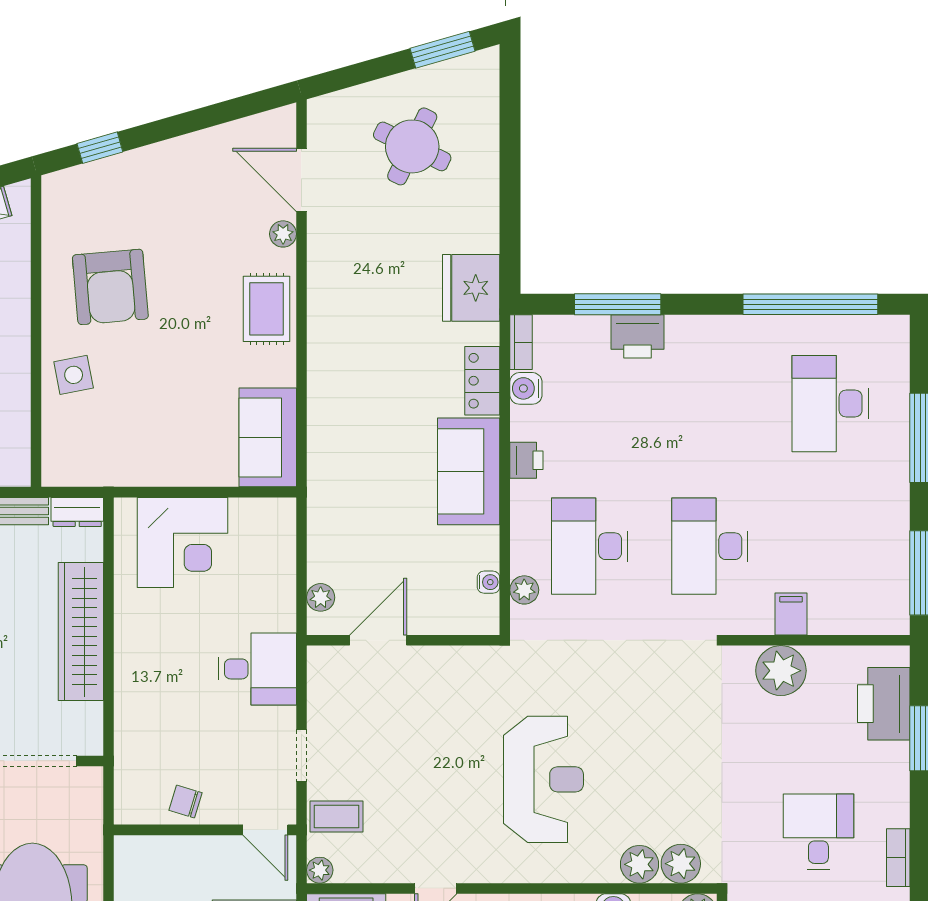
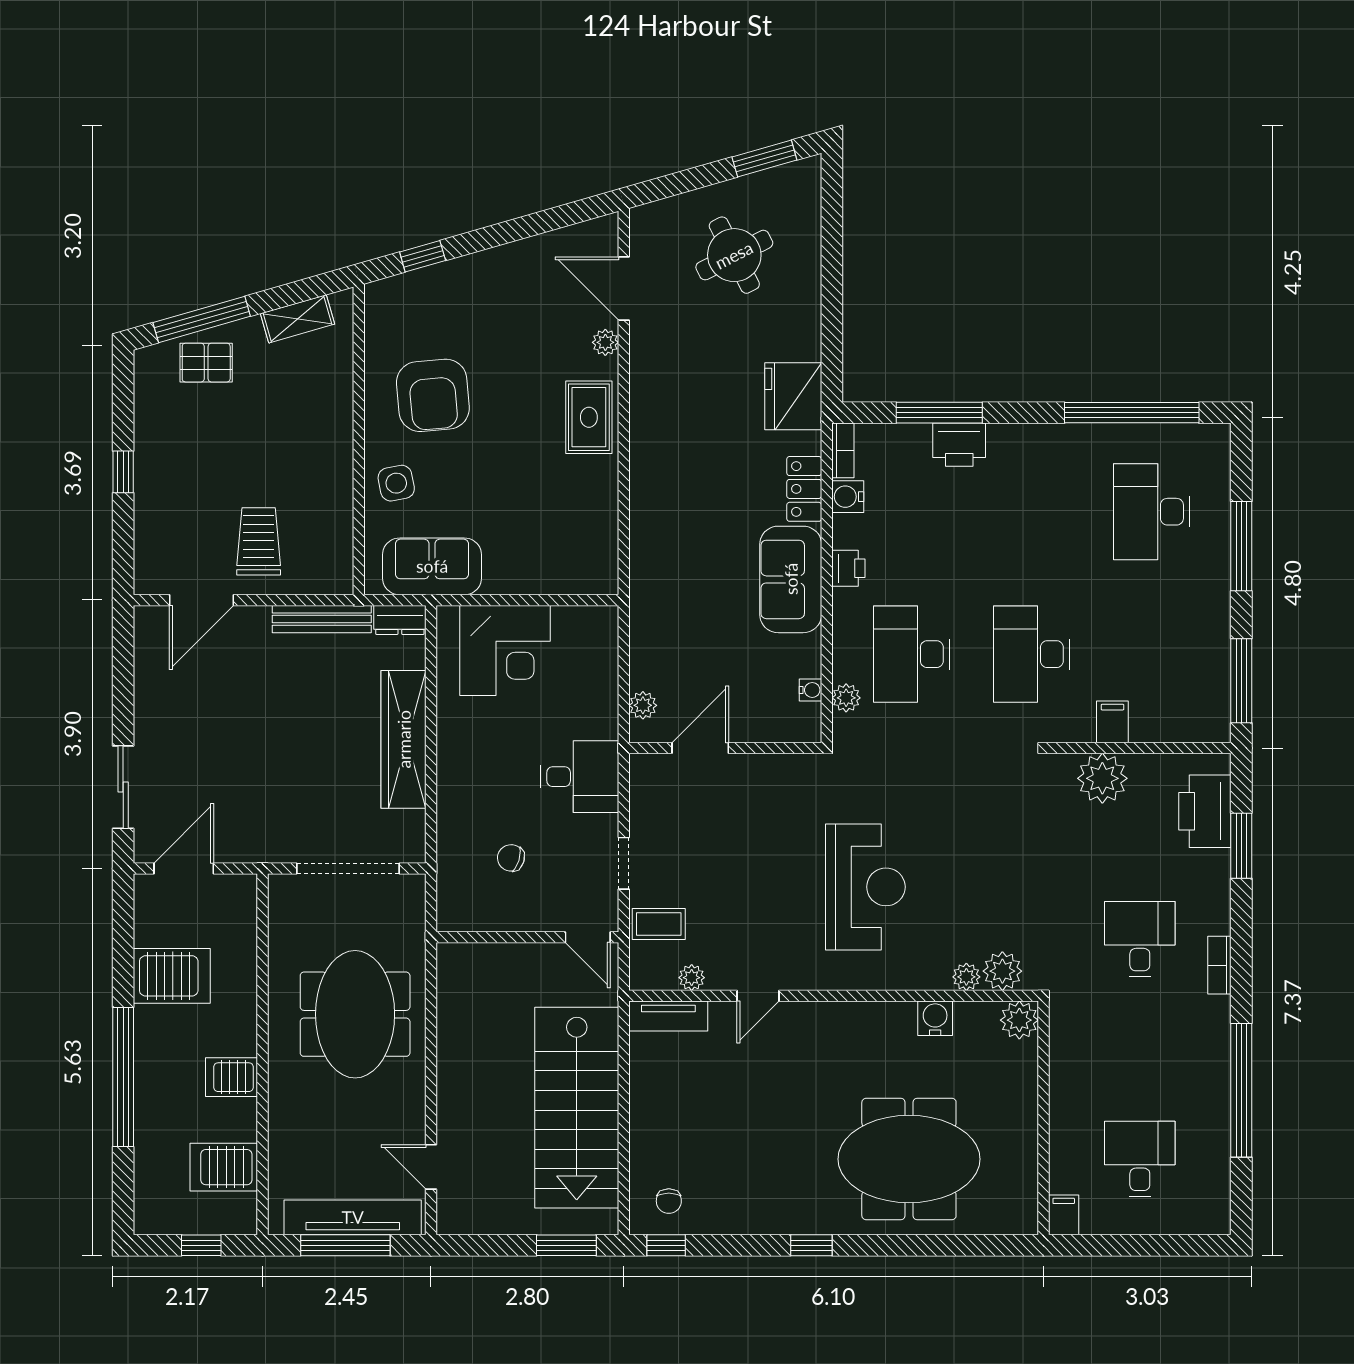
round table: (412, 146) -> (734, 255), turned 37
sofa: (268, 437) -> (432, 566), moved, turned 90
chair: (186, 802) -> (511, 858), moved
plant: (640, 864) -> (966, 977), width x0.73, depth x0.73
plant: (320, 870) -> (692, 978), moved

